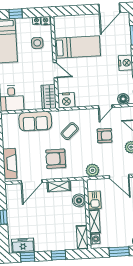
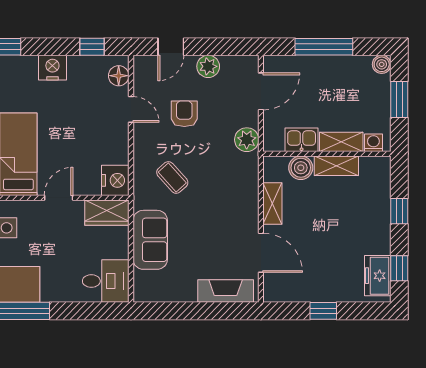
armchair: (56, 159) -> (222, 206), removed
shelving: (82, 237) -> (336, 166), moved

